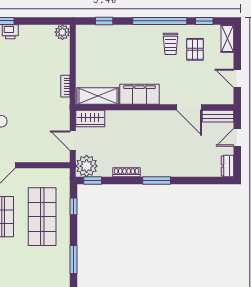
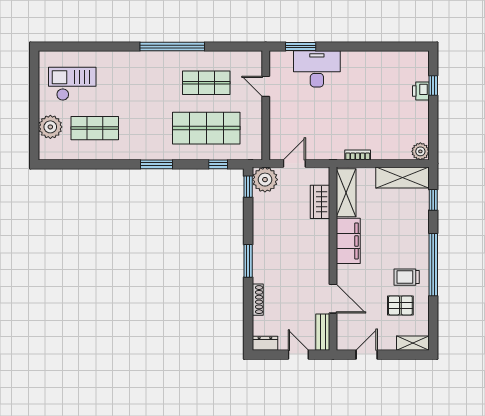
window: (204, 21) -> (433, 316), removed
shelving: (85, 48) -> (402, 177), added
door: (189, 107) -> (333, 299), swing flipped
wardrobe: (90, 119) -> (320, 202), moved
shoe rack: (127, 172) -> (258, 300), moved

